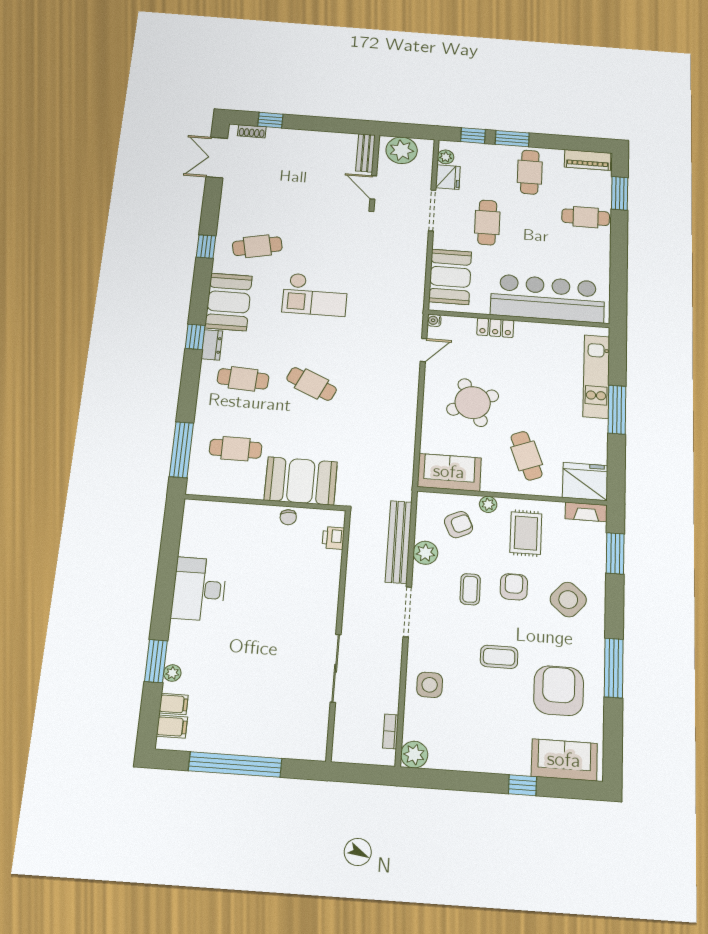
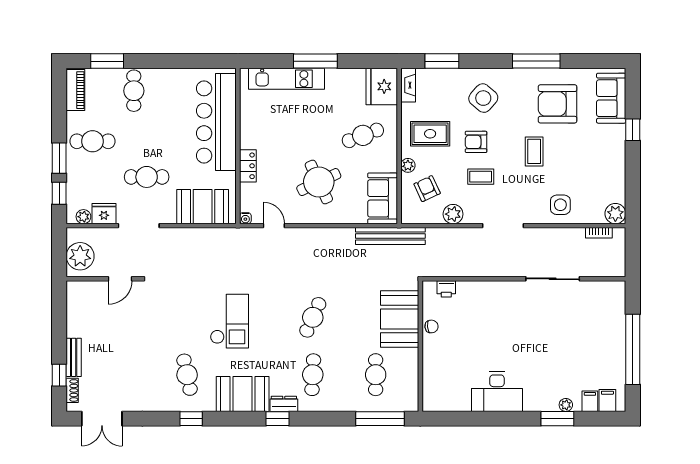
bench: (366, 153) -> (74, 357), moved, turned 90
bench: (399, 542) -> (390, 236), moved

